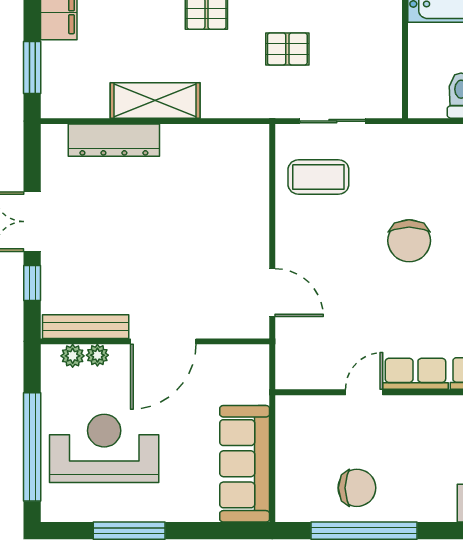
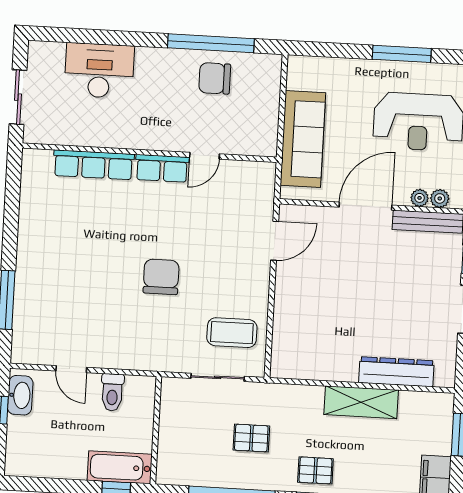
door: (272, 293) -> (275, 241), swing flipped
sofa: (245, 464) -> (303, 139), moved

